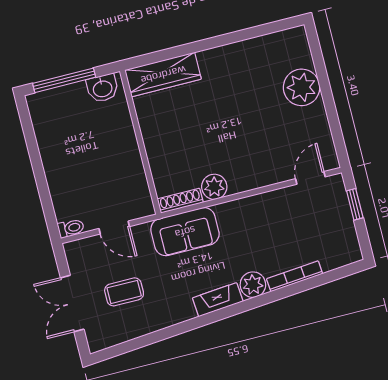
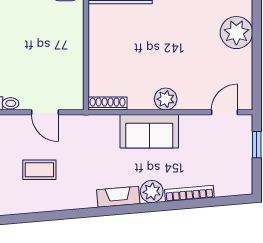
plant: (214, 187) -> (166, 99), moved
sofa: (185, 232) -> (149, 131), moved

